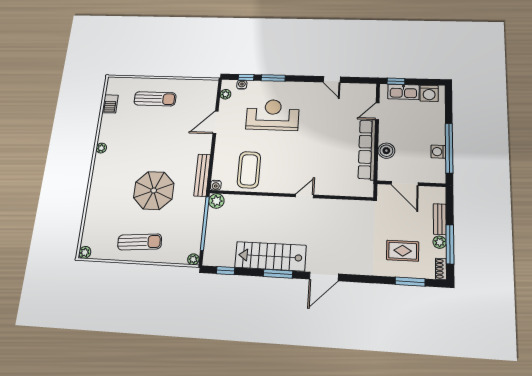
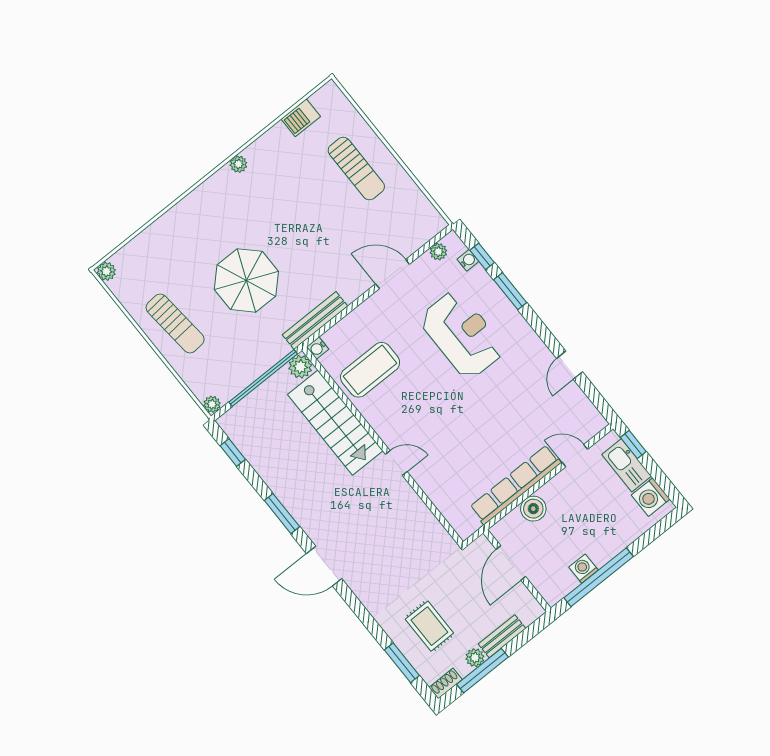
stairs: (270, 256) -> (335, 423), moved, turned 180

